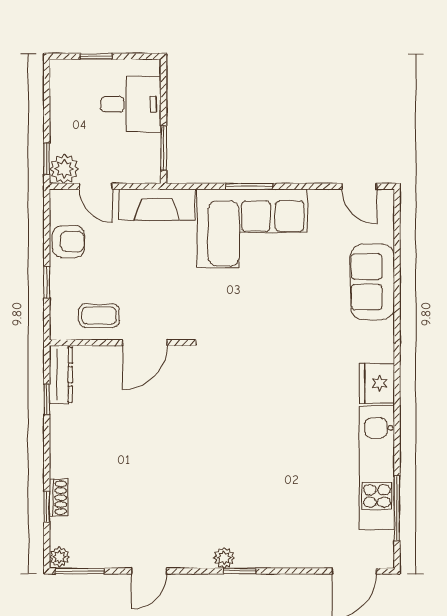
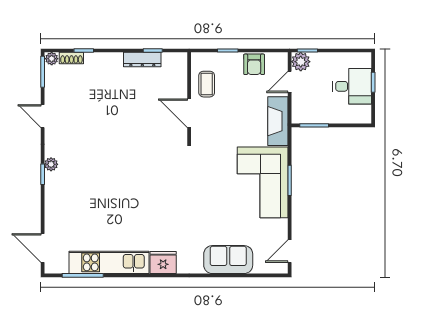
desk: (131, 104) -> (352, 86), moved, turned -90
dresser: (61, 375) -> (142, 60), moved
shoe rack: (59, 498) -> (71, 58), moved

